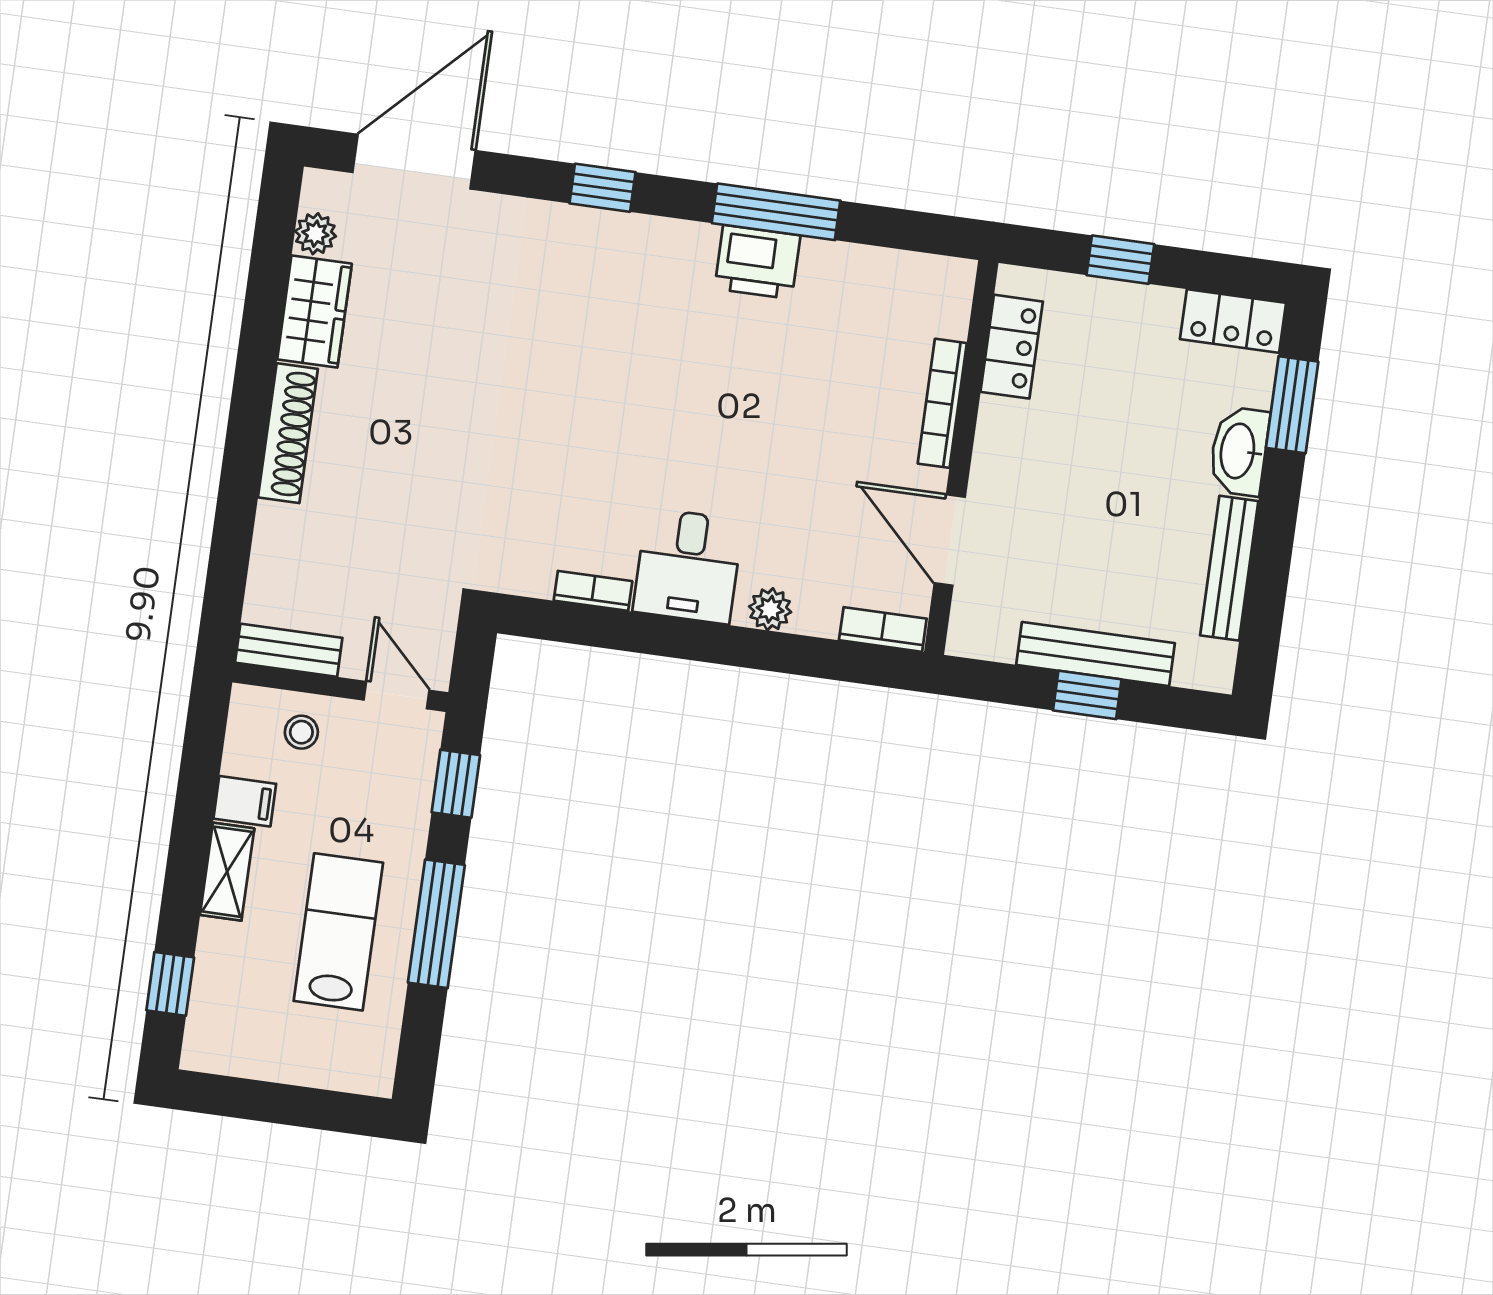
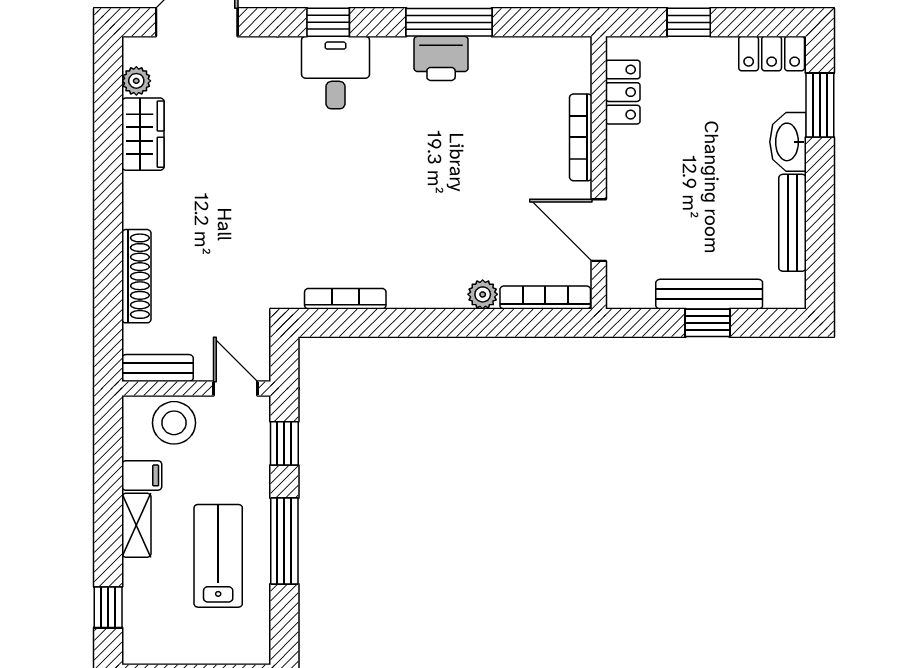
shoe rack: (288, 433) -> (136, 276), moved
desk: (688, 566) -> (335, 73), moved, turned 180
bookcase: (593, 591) -> (345, 299), width x1.56
bookcase: (883, 629) -> (545, 297), width x1.56
stool: (301, 732) -> (174, 423), width x1.89, depth x1.89

